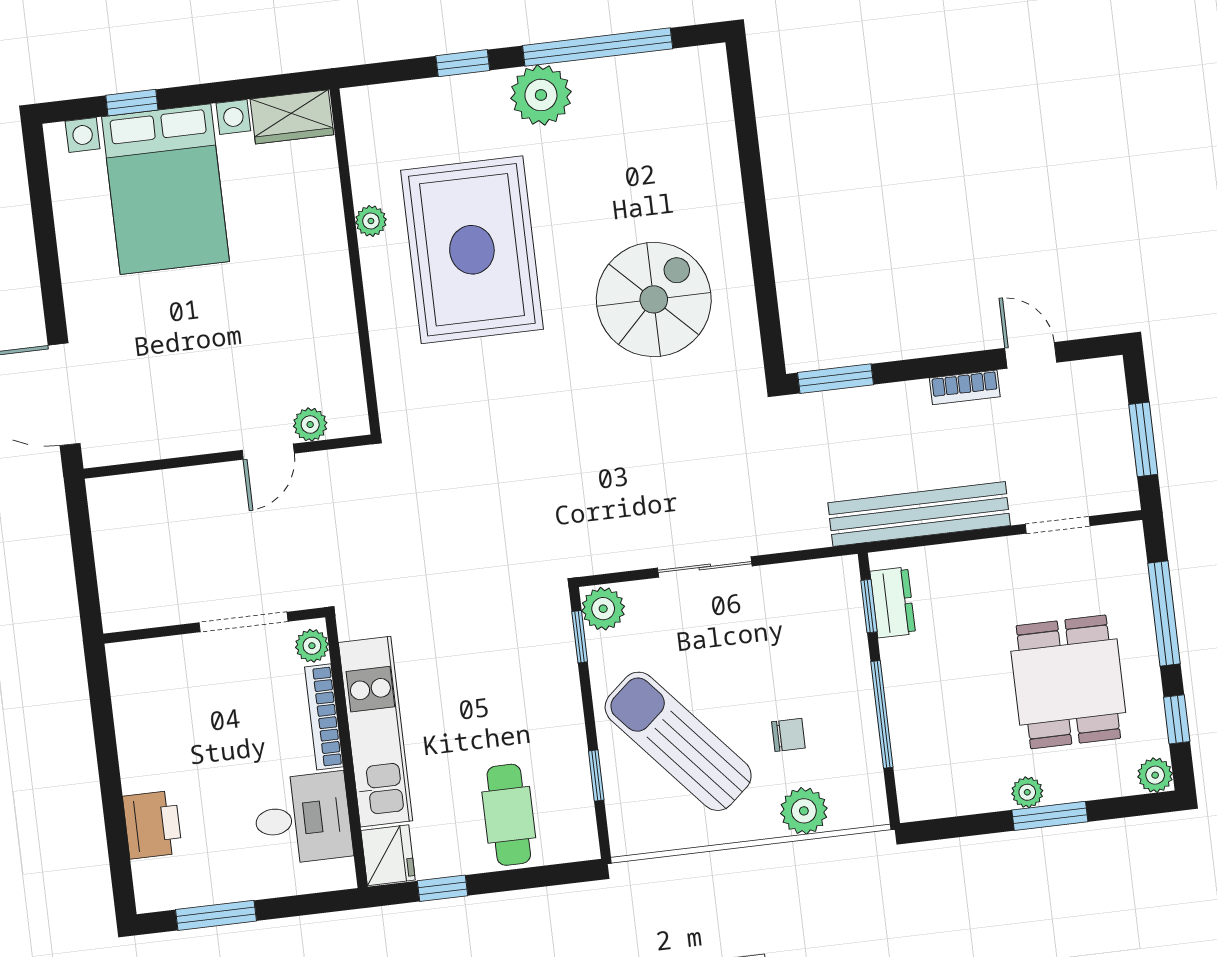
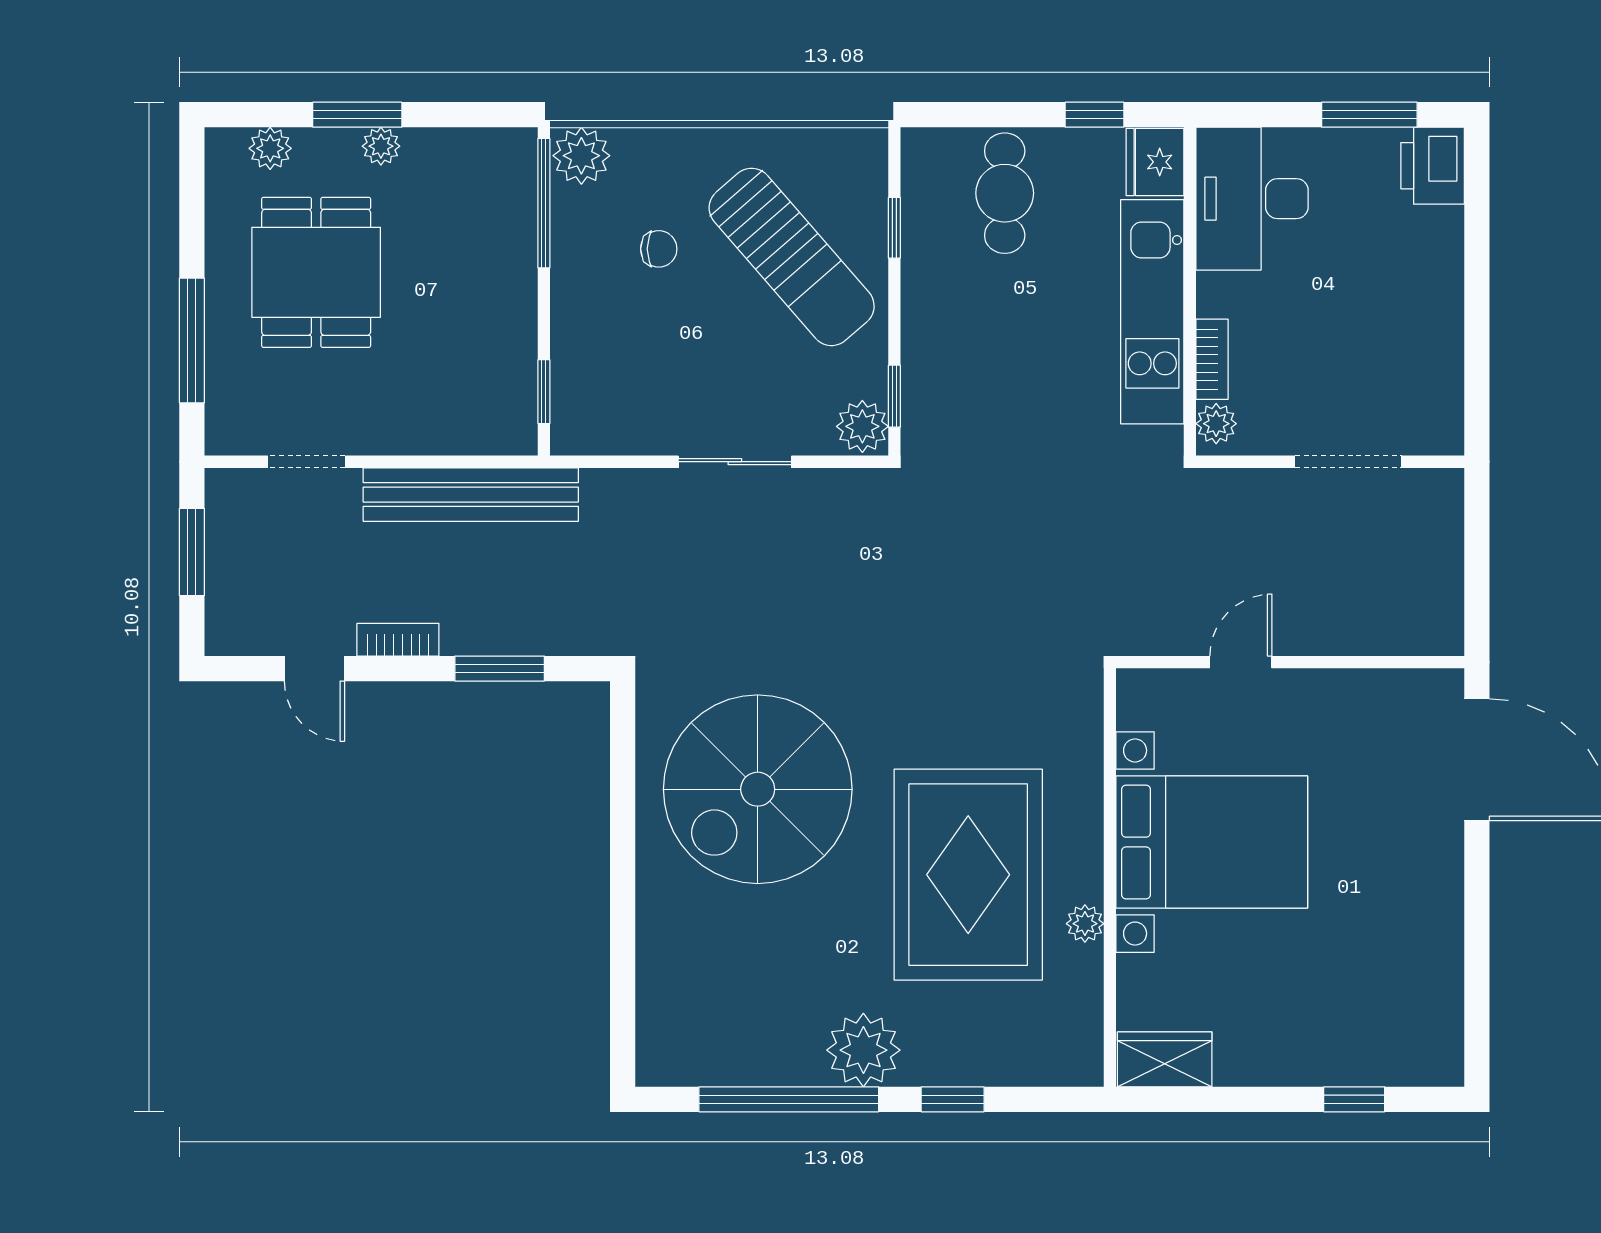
bed with nightstands: (166, 189) -> (1212, 842), moved, turned 90
spiral stairs: (654, 299) -> (758, 789), width x1.37, depth x1.37
window: (835, 379) -> (500, 669), moved
plant: (310, 425) -> (1187, 689), removed
dresser: (893, 602) -> (515, 393), removed
doorway: (244, 622) -> (1348, 462), moved
window: (882, 714) -> (544, 203), moved
bookcase: (324, 717) -> (1212, 359), width x0.64
window: (1177, 719) -> (192, 212), removed
chair: (788, 735) -> (659, 249), turned 180
plant: (1155, 775) -> (270, 148), moved
plant: (804, 811) -> (581, 156), moved
desk: (303, 819) -> (1252, 199), width x1.37
printer: (152, 825) -> (1433, 166), moved

